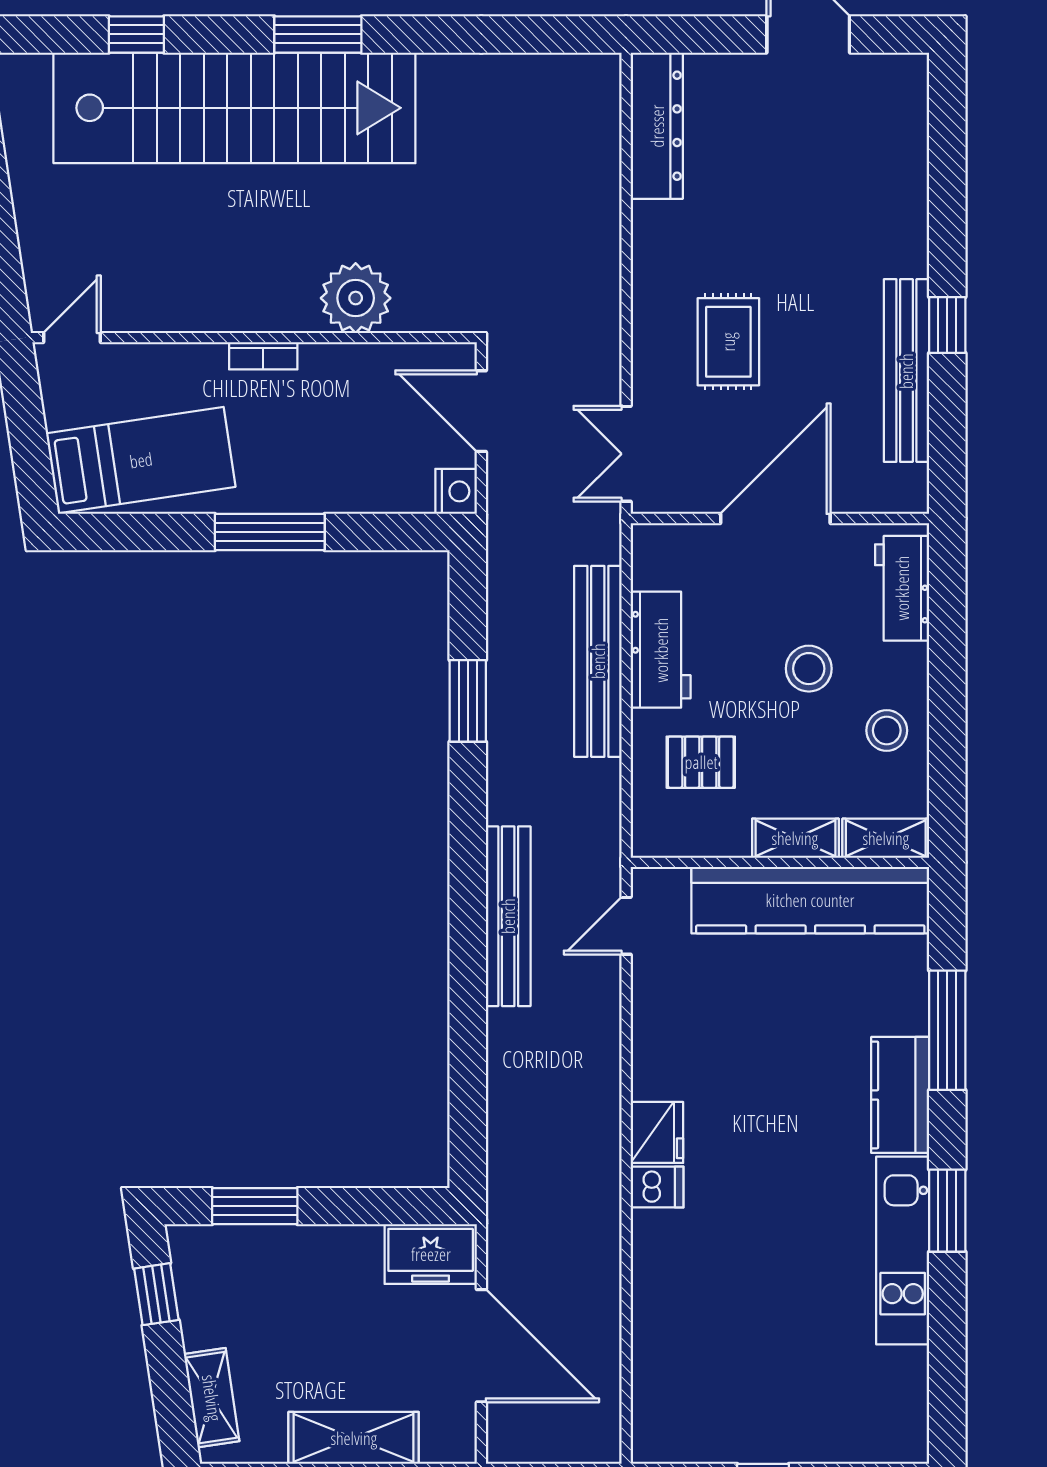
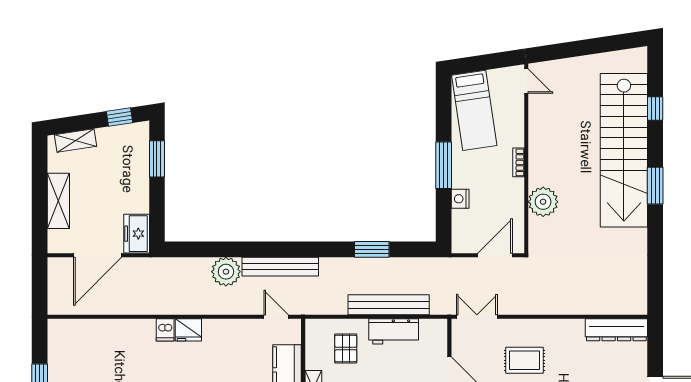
nightstand: (456, 491) -> (460, 199), moved, turned 90
plant: (520, 1044) -> (226, 272), added

